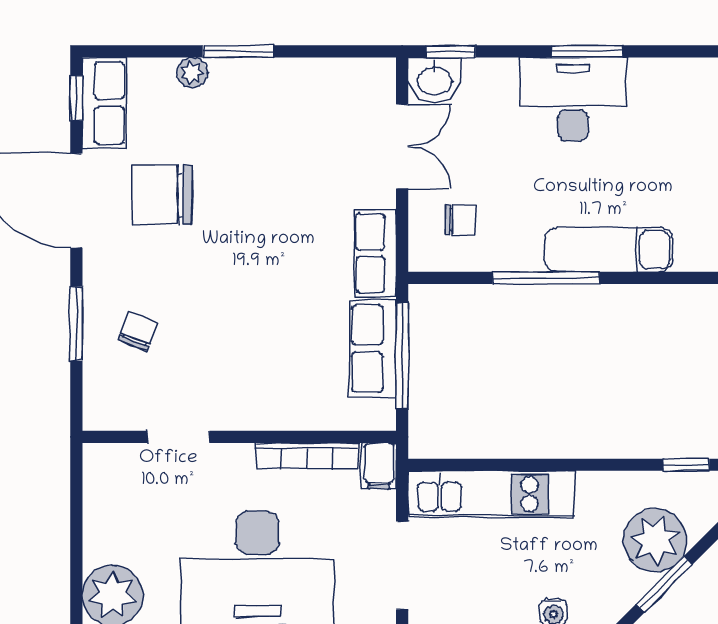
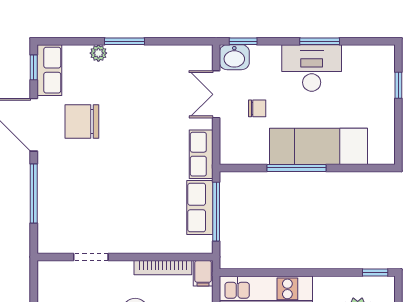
double door: (402, 146) -> (216, 94), swing flipped
chair: (460, 220) -> (257, 108), moved
exam couch: (608, 250) -> (318, 146), width x1.36, depth x1.45
window: (76, 324) -> (34, 194), width x1.44
chair: (138, 331) -> (68, 198), removed

